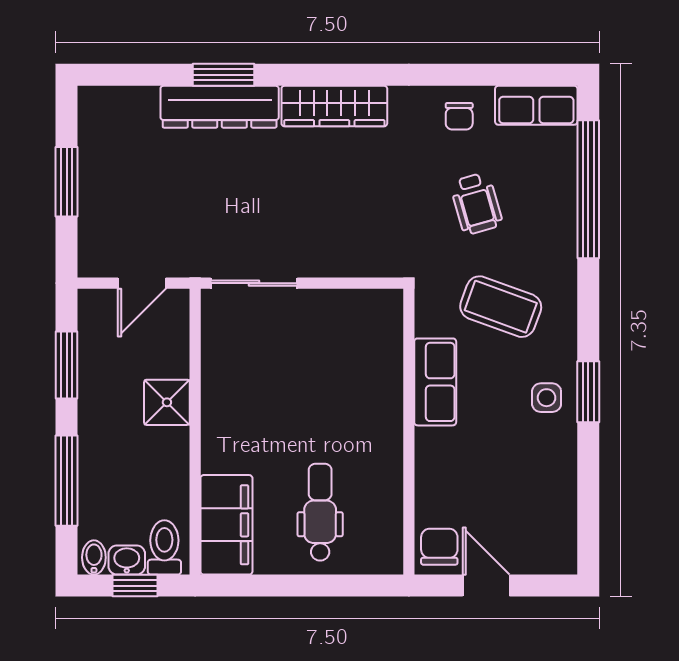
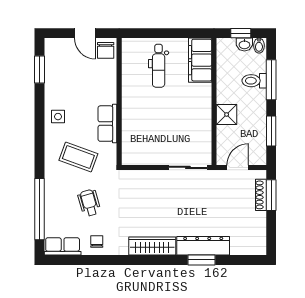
window: (67, 182) -> (271, 195), moved
shoe rack: (89, 221) -> (261, 195), added
window: (588, 392) -> (39, 69), moved
toilet: (164, 547) -> (254, 81), moved, turned 90

